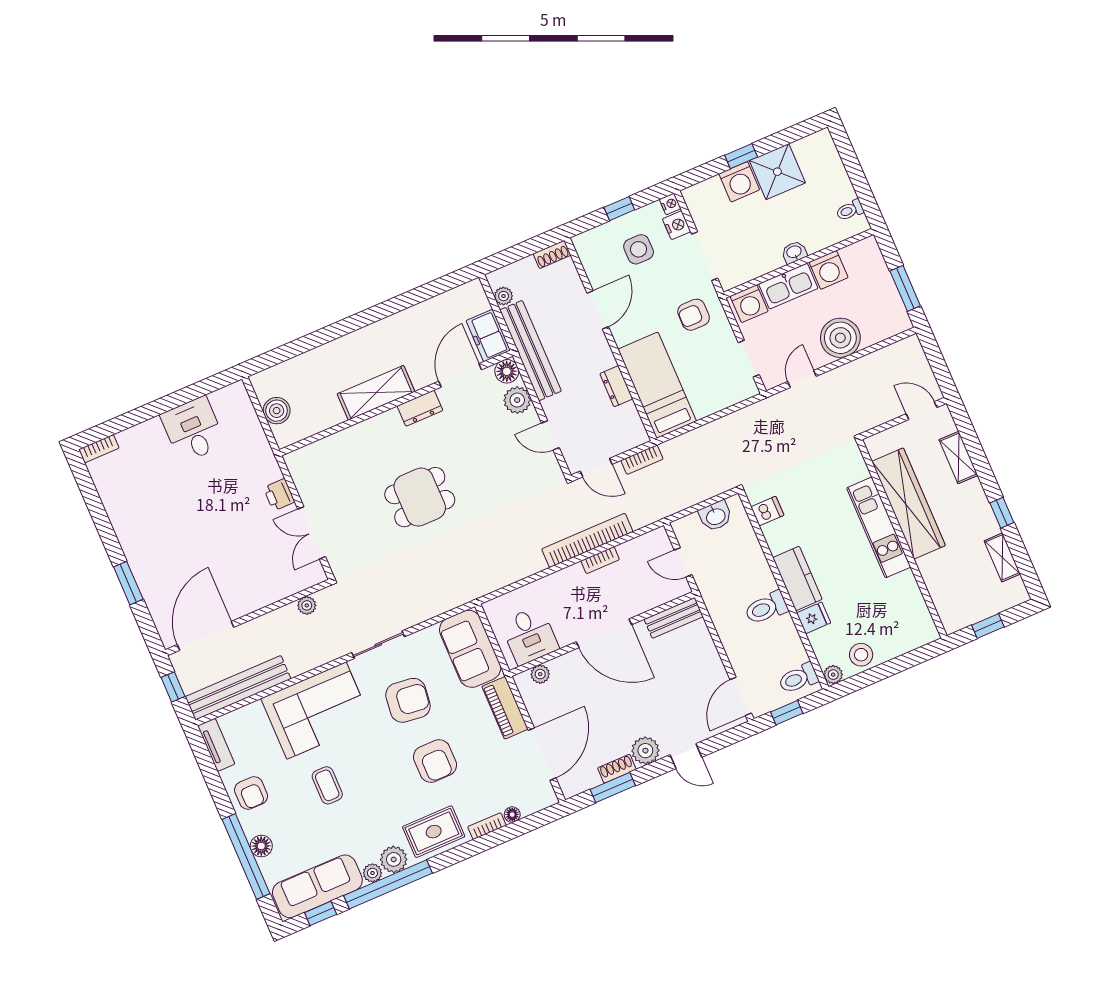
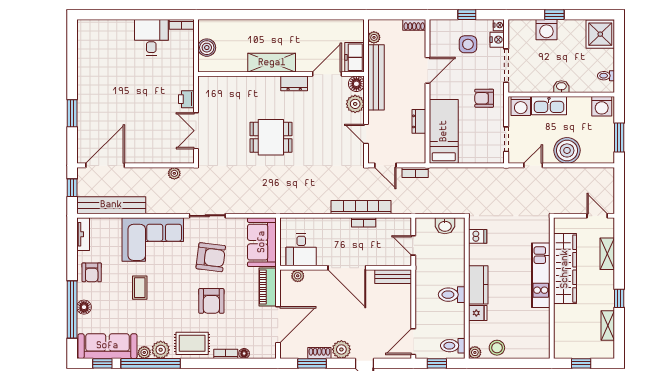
shower: (777, 172) -> (600, 34), moved
washing machine: (829, 270) -> (602, 106), moved
bookcase: (99, 449) -> (182, 24), moved

